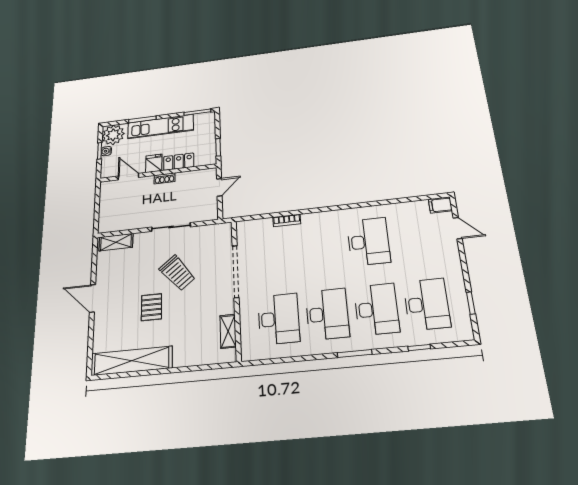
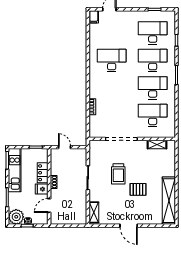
kitchen unit: (161, 127) -> (15, 170), moved
trolley: (177, 273) -> (118, 174), turned 129
door: (93, 298) -> (129, 226), hinge flipped

